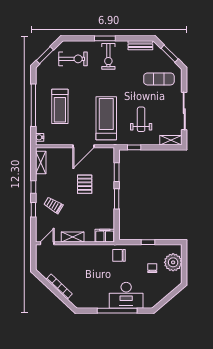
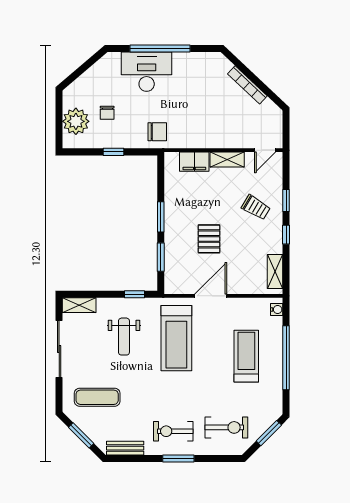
exercise bike: (108, 56) -> (173, 431), turned -90
exercise bike: (73, 59) -> (226, 427), turned 180
filing cabinet: (105, 236) -> (194, 162), moved

